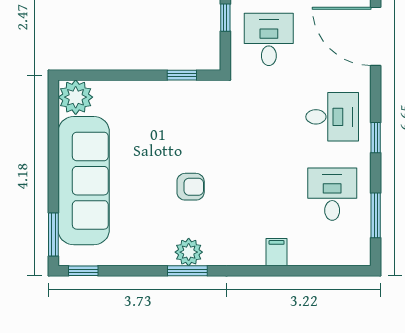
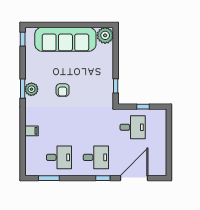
desk: (332, 117) -> (96, 157), turned -90
window: (376, 138) -> (103, 178), moved
window: (53, 235) -> (40, 25), removed

